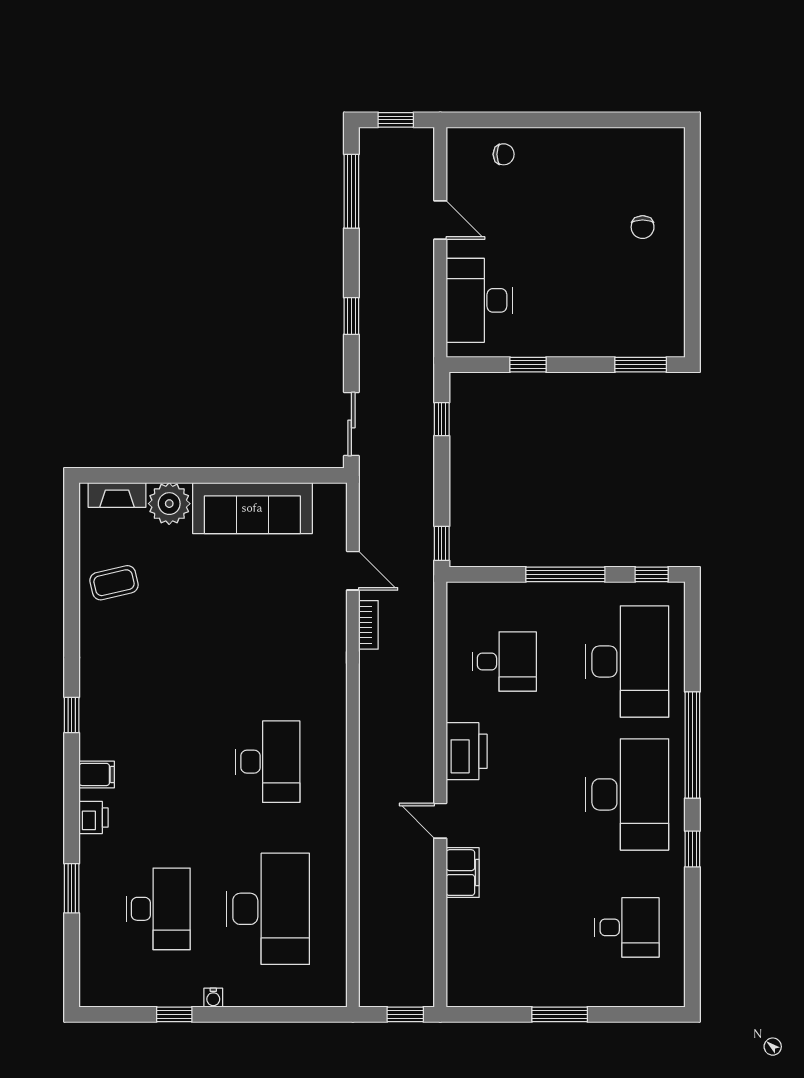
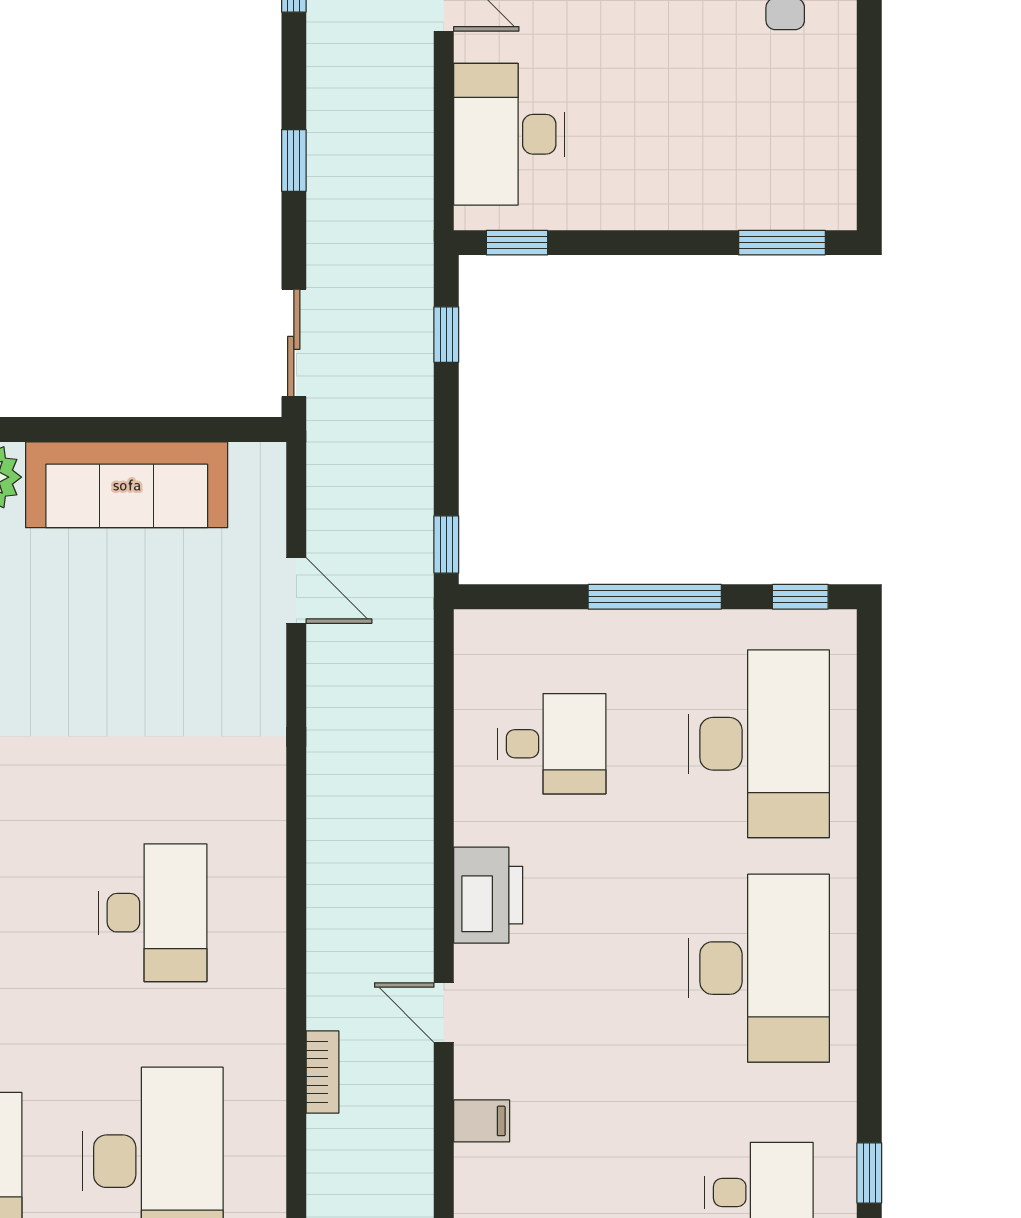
window: (528, 365) -> (517, 243), moved
bookcase: (368, 625) -> (323, 1072), moved
window: (692, 745) -> (869, 885), removed
window: (692, 849) -> (869, 1173), moved
filing cabinet: (463, 873) -> (482, 1121), width x0.50

